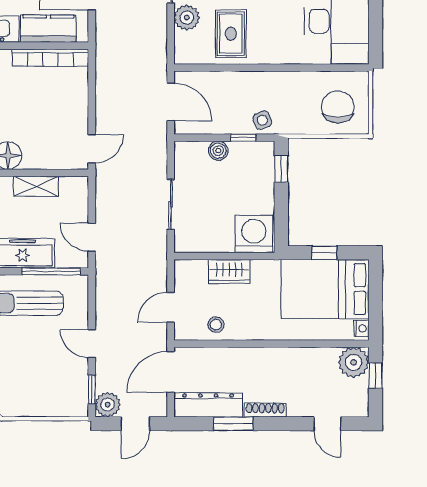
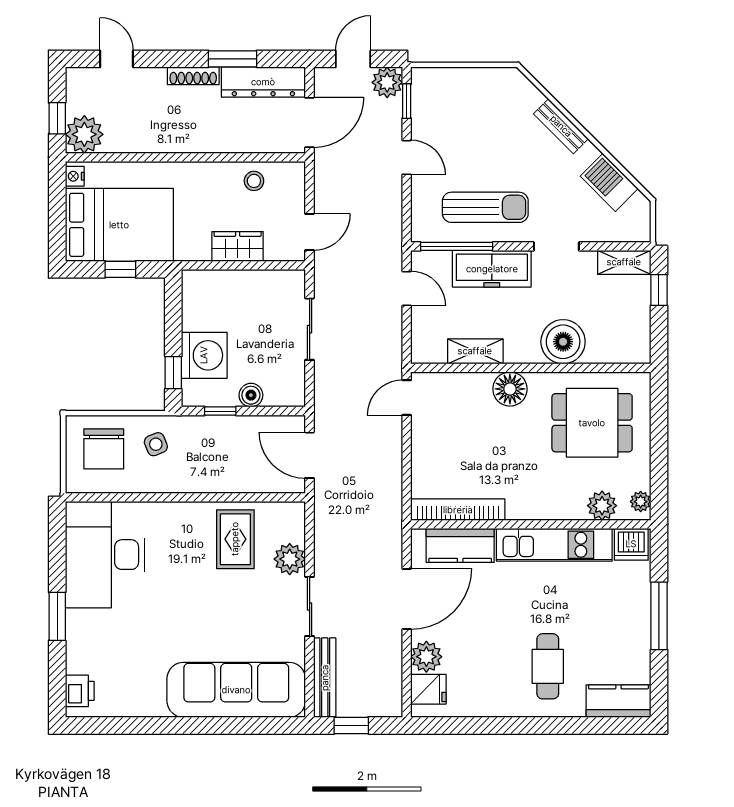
side table: (262, 120) -> (156, 444), moved
washing machine: (254, 234) -> (204, 355), moved, turned -90
door: (171, 307) -> (310, 232), moved

